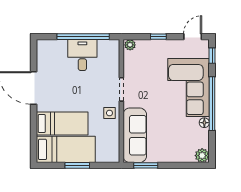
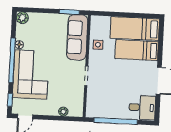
window: (158, 37) -> (54, 118), removed
plant: (130, 45) -> (63, 112), moved
desk: (82, 55) -> (142, 107), moved, turned -90
side table: (109, 113) -> (98, 45), moved
window: (77, 165) -> (126, 15), removed

